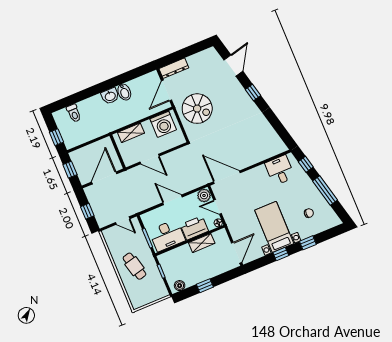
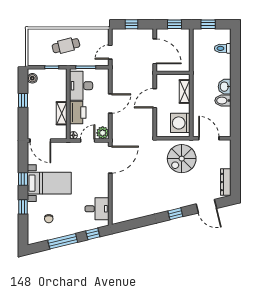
dresser: (174, 68) -> (226, 182), moved

